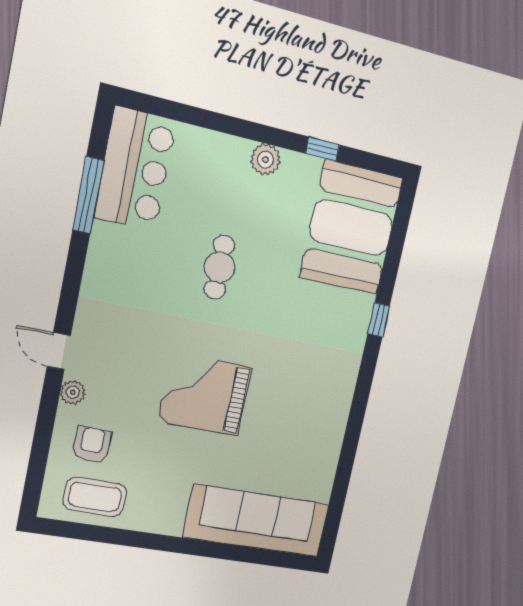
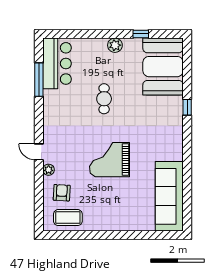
sofa: (257, 521) -> (169, 196), moved, turned -90

